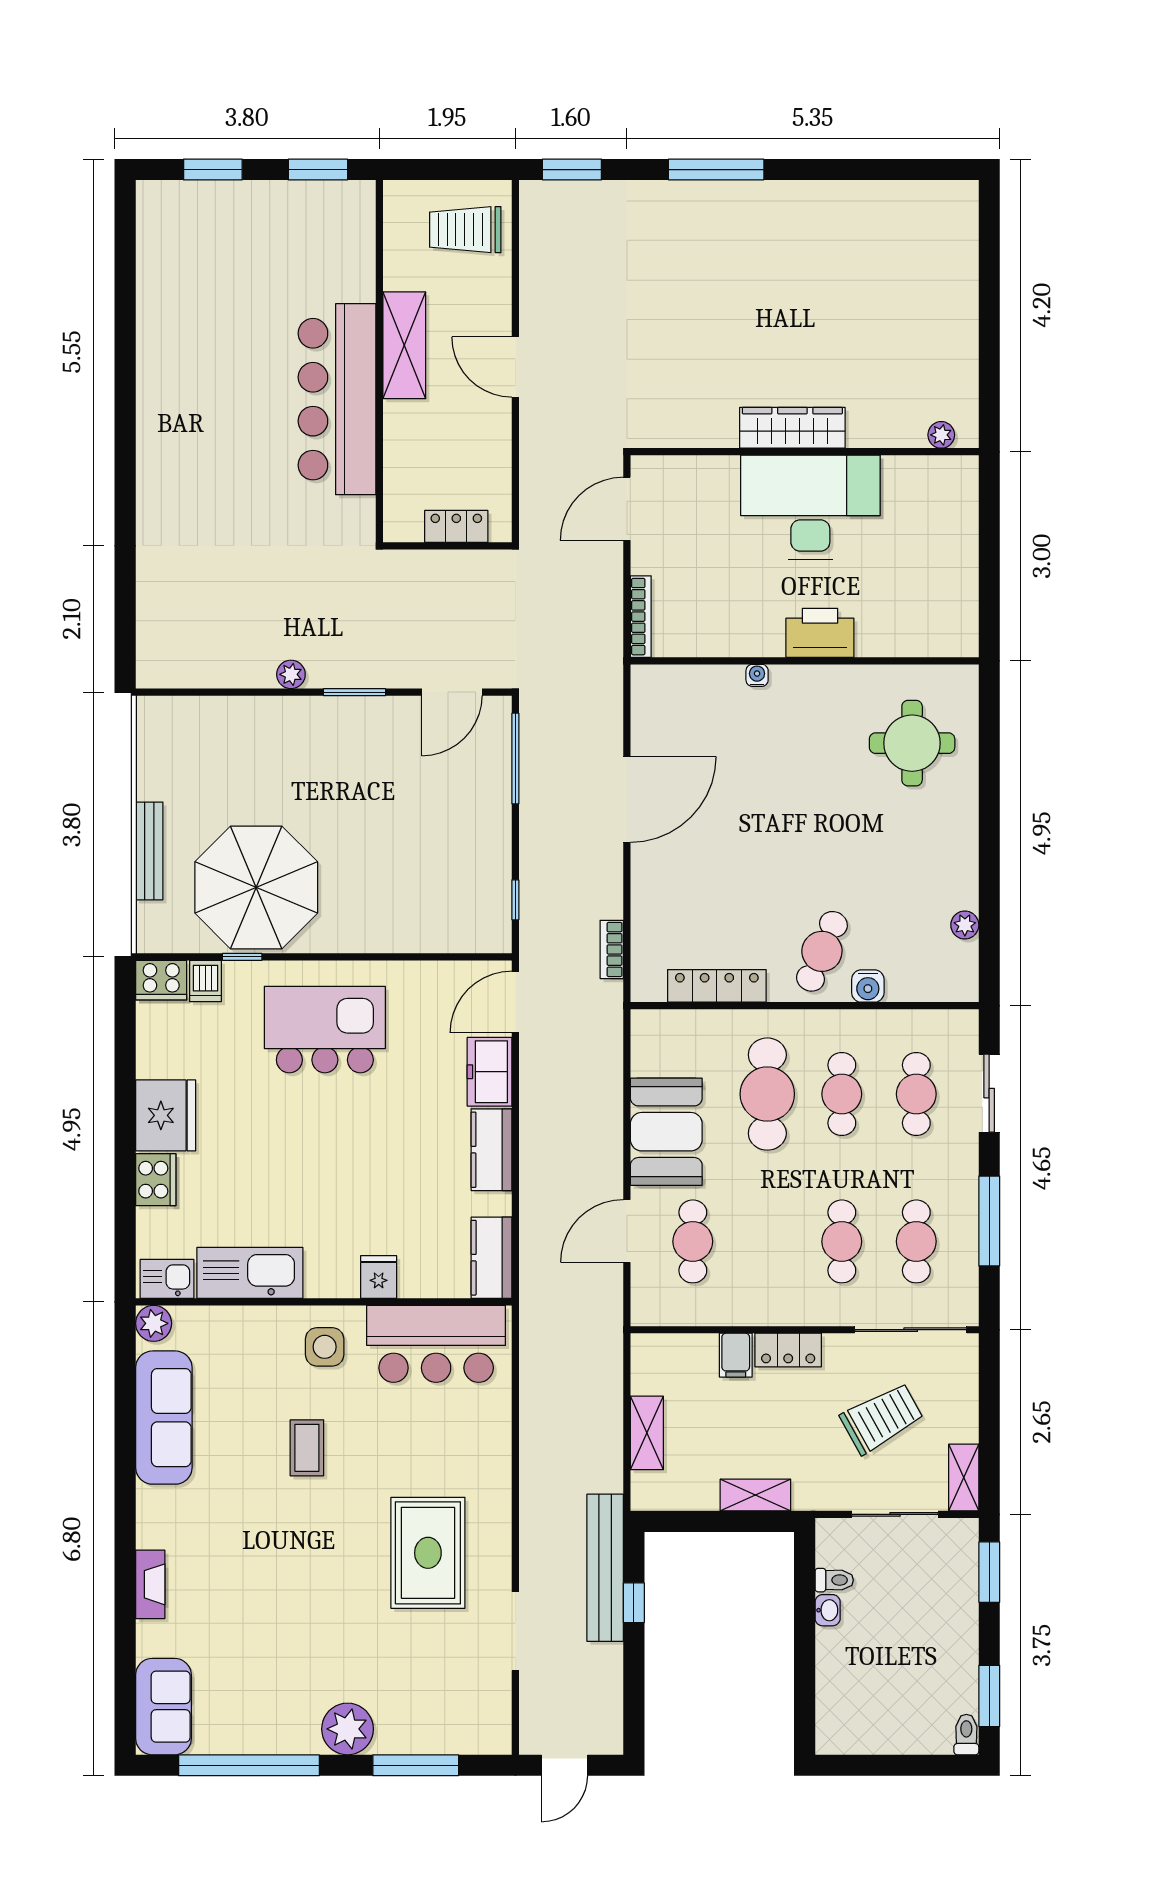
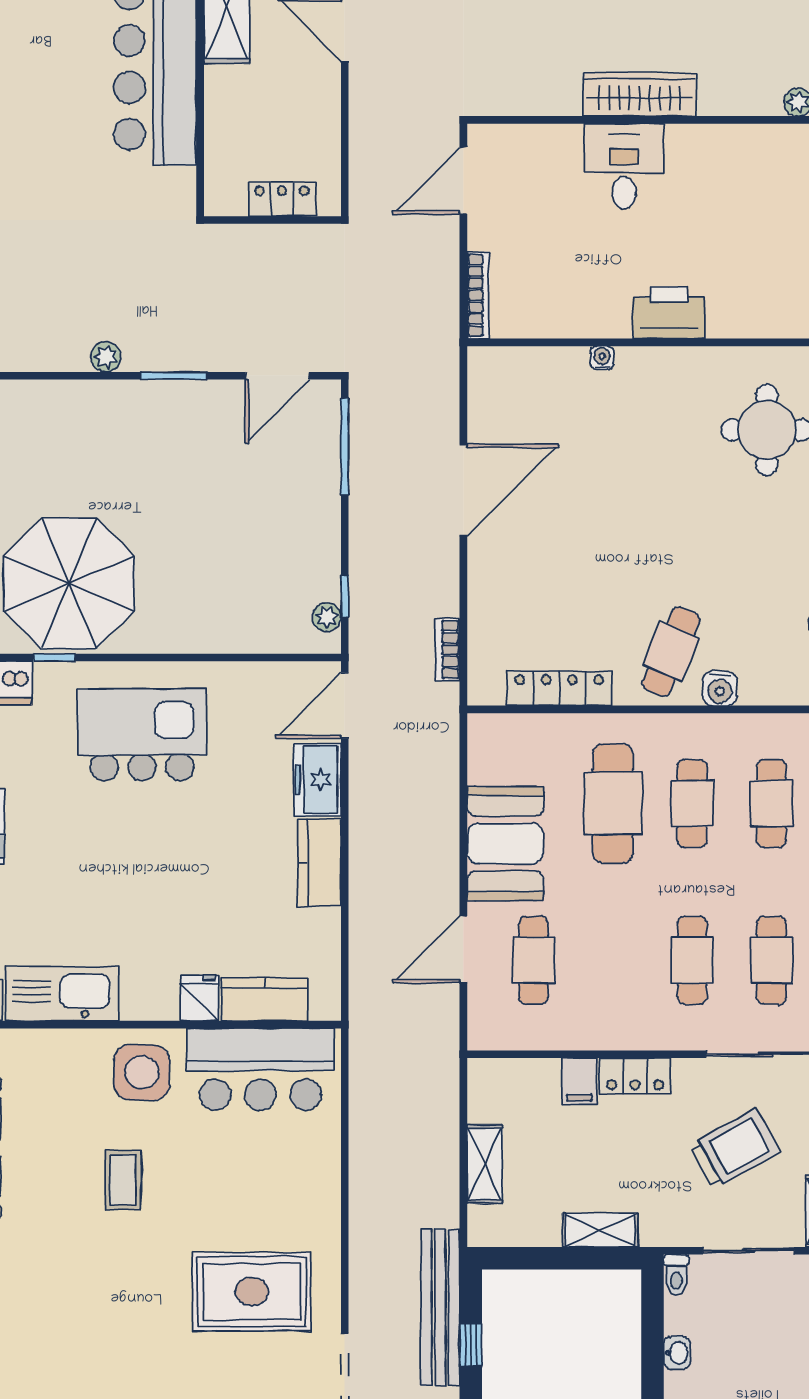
desk: (810, 507) -> (624, 166), width x0.53, depth x0.77
plant: (498, 919) -> (327, 617), added
kitchen counter: (492, 1258) -> (265, 999), moved, turned 90
side table: (325, 1347) -> (142, 1072), width x1.37, depth x1.37
rug: (428, 1553) -> (252, 1292), turned 90
toilet: (834, 1580) -> (676, 1275), moved, turned 90

